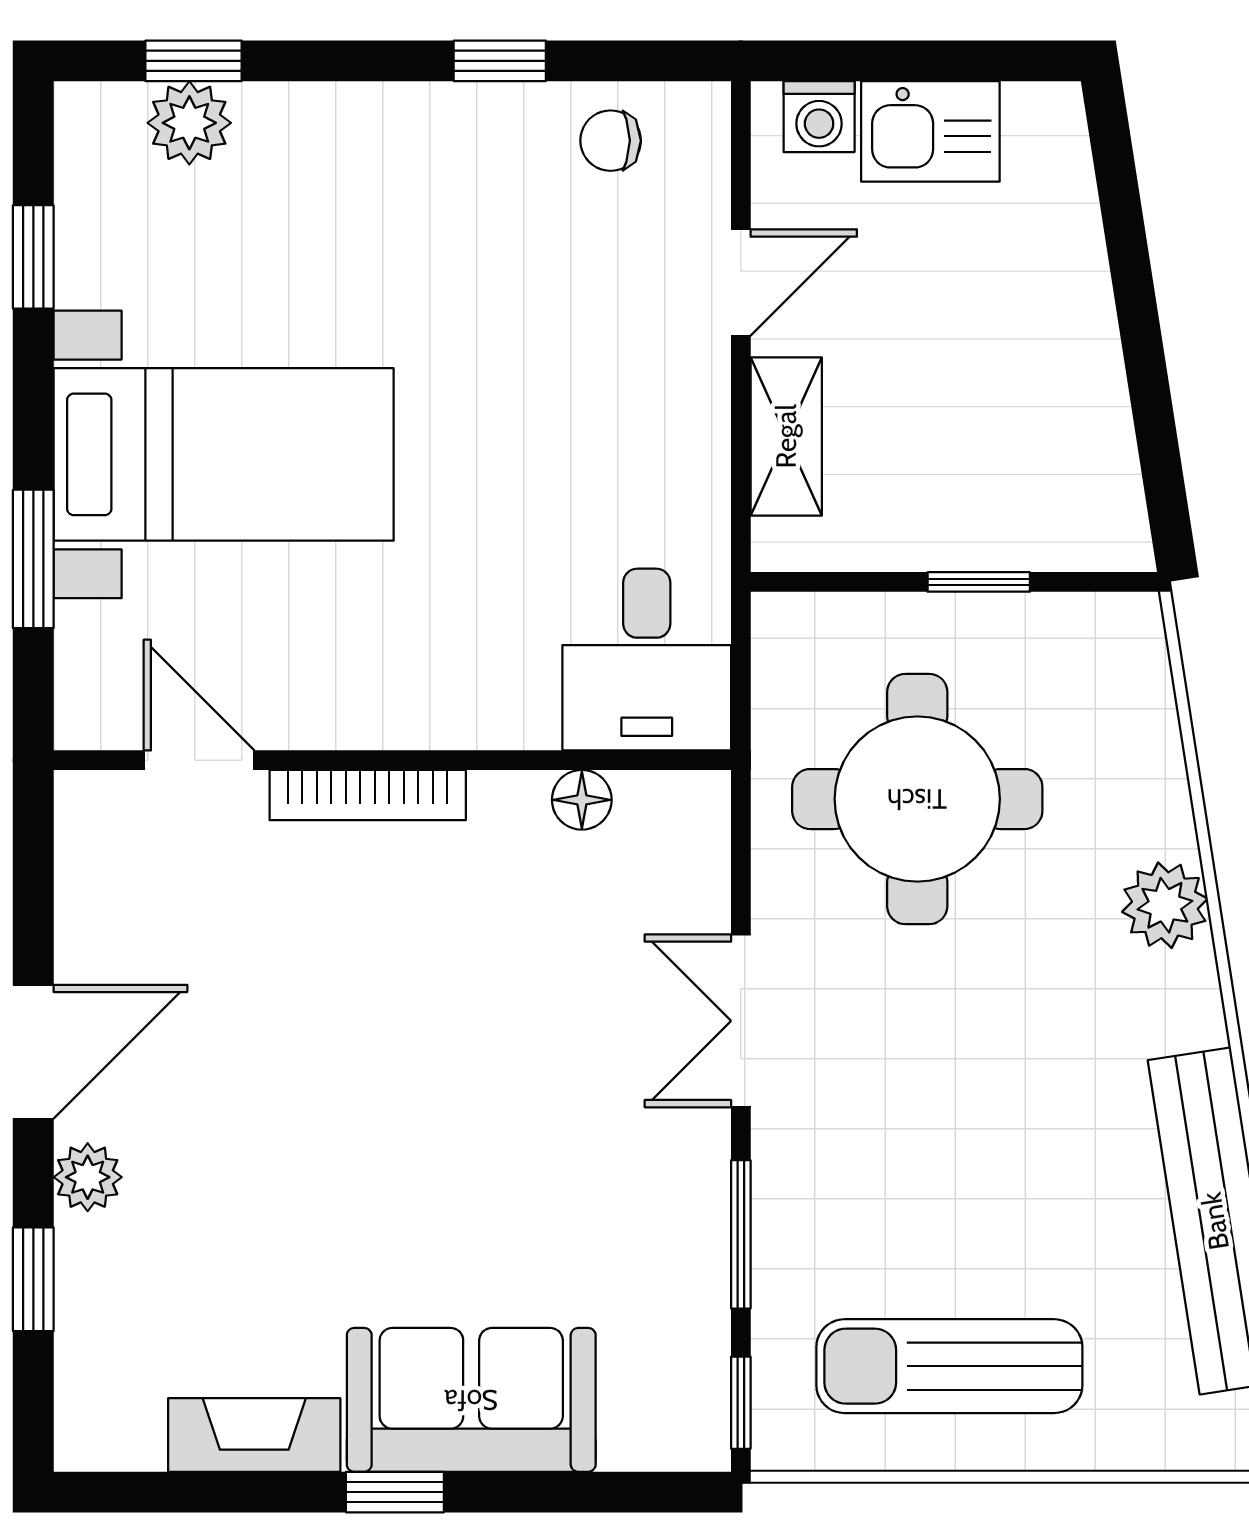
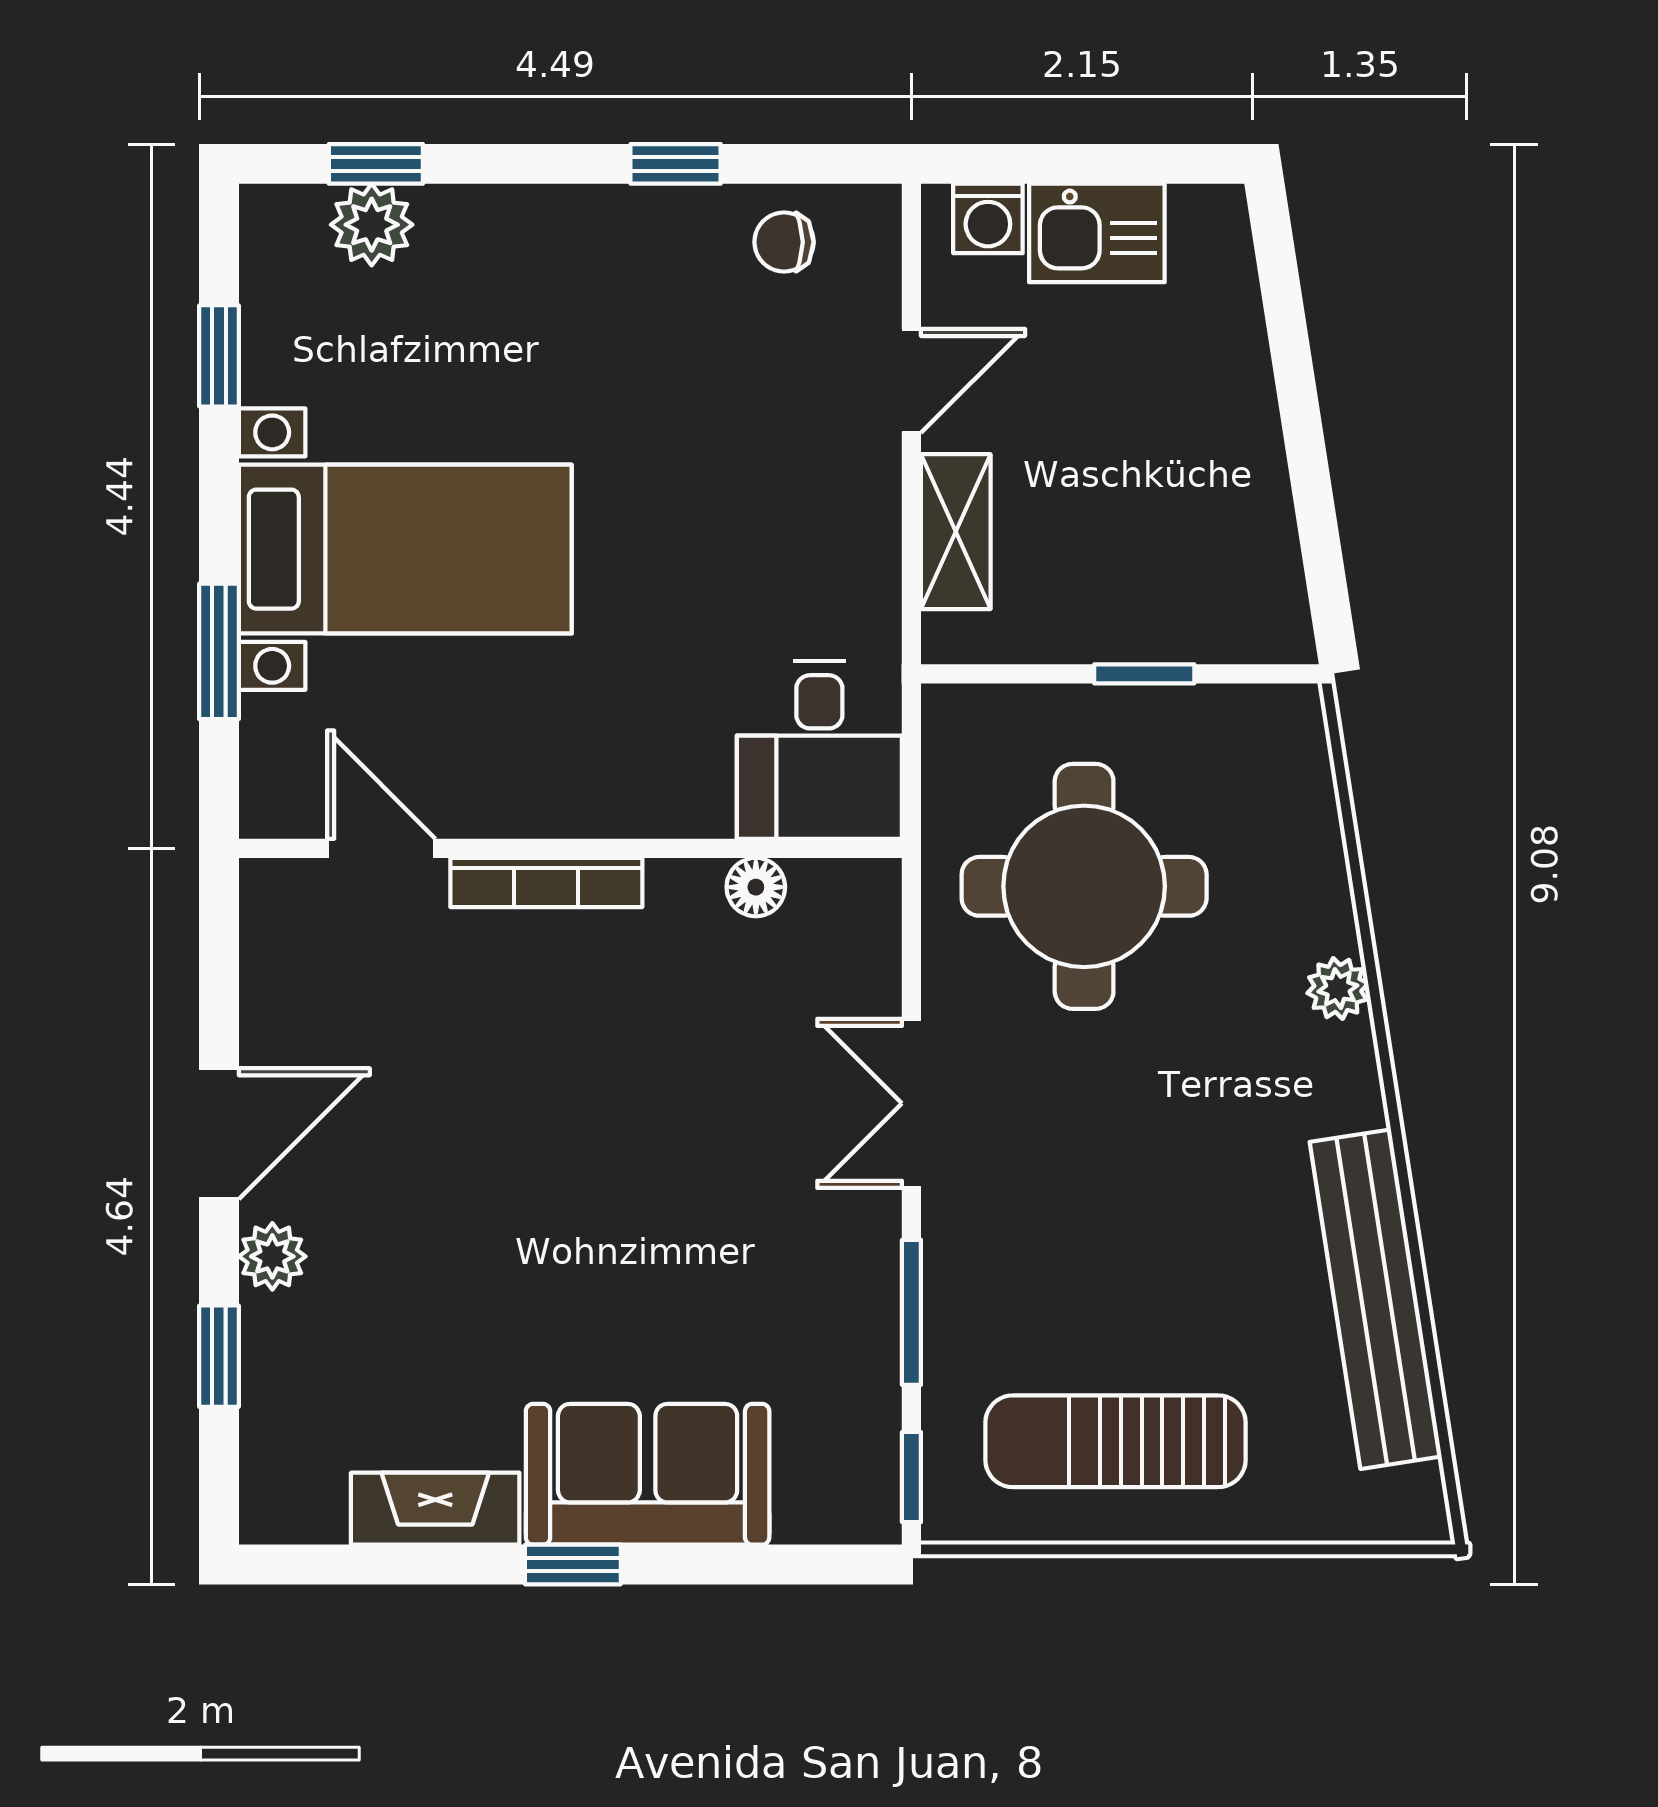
plant: (1165, 905) -> (1338, 988), width x0.73, depth x0.73

